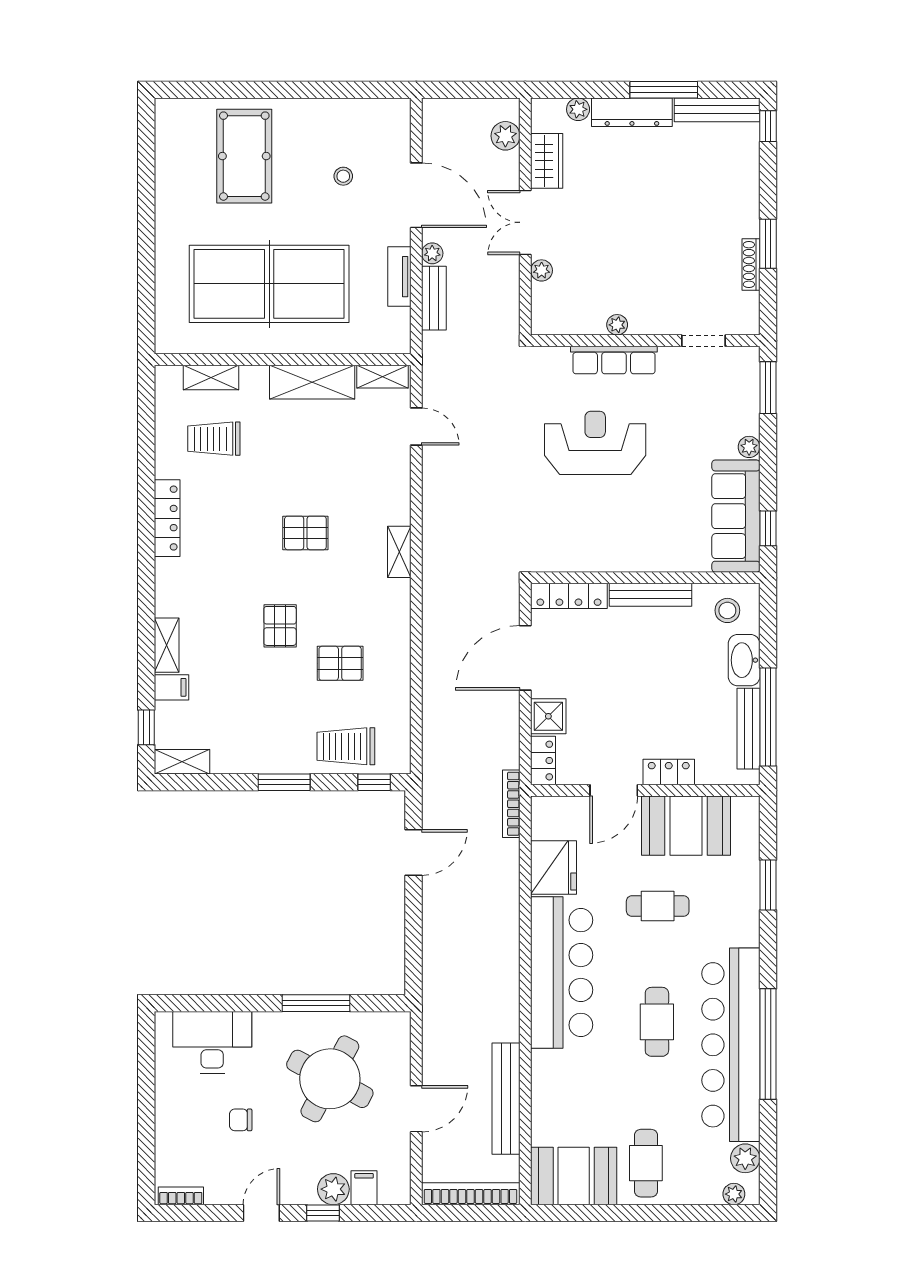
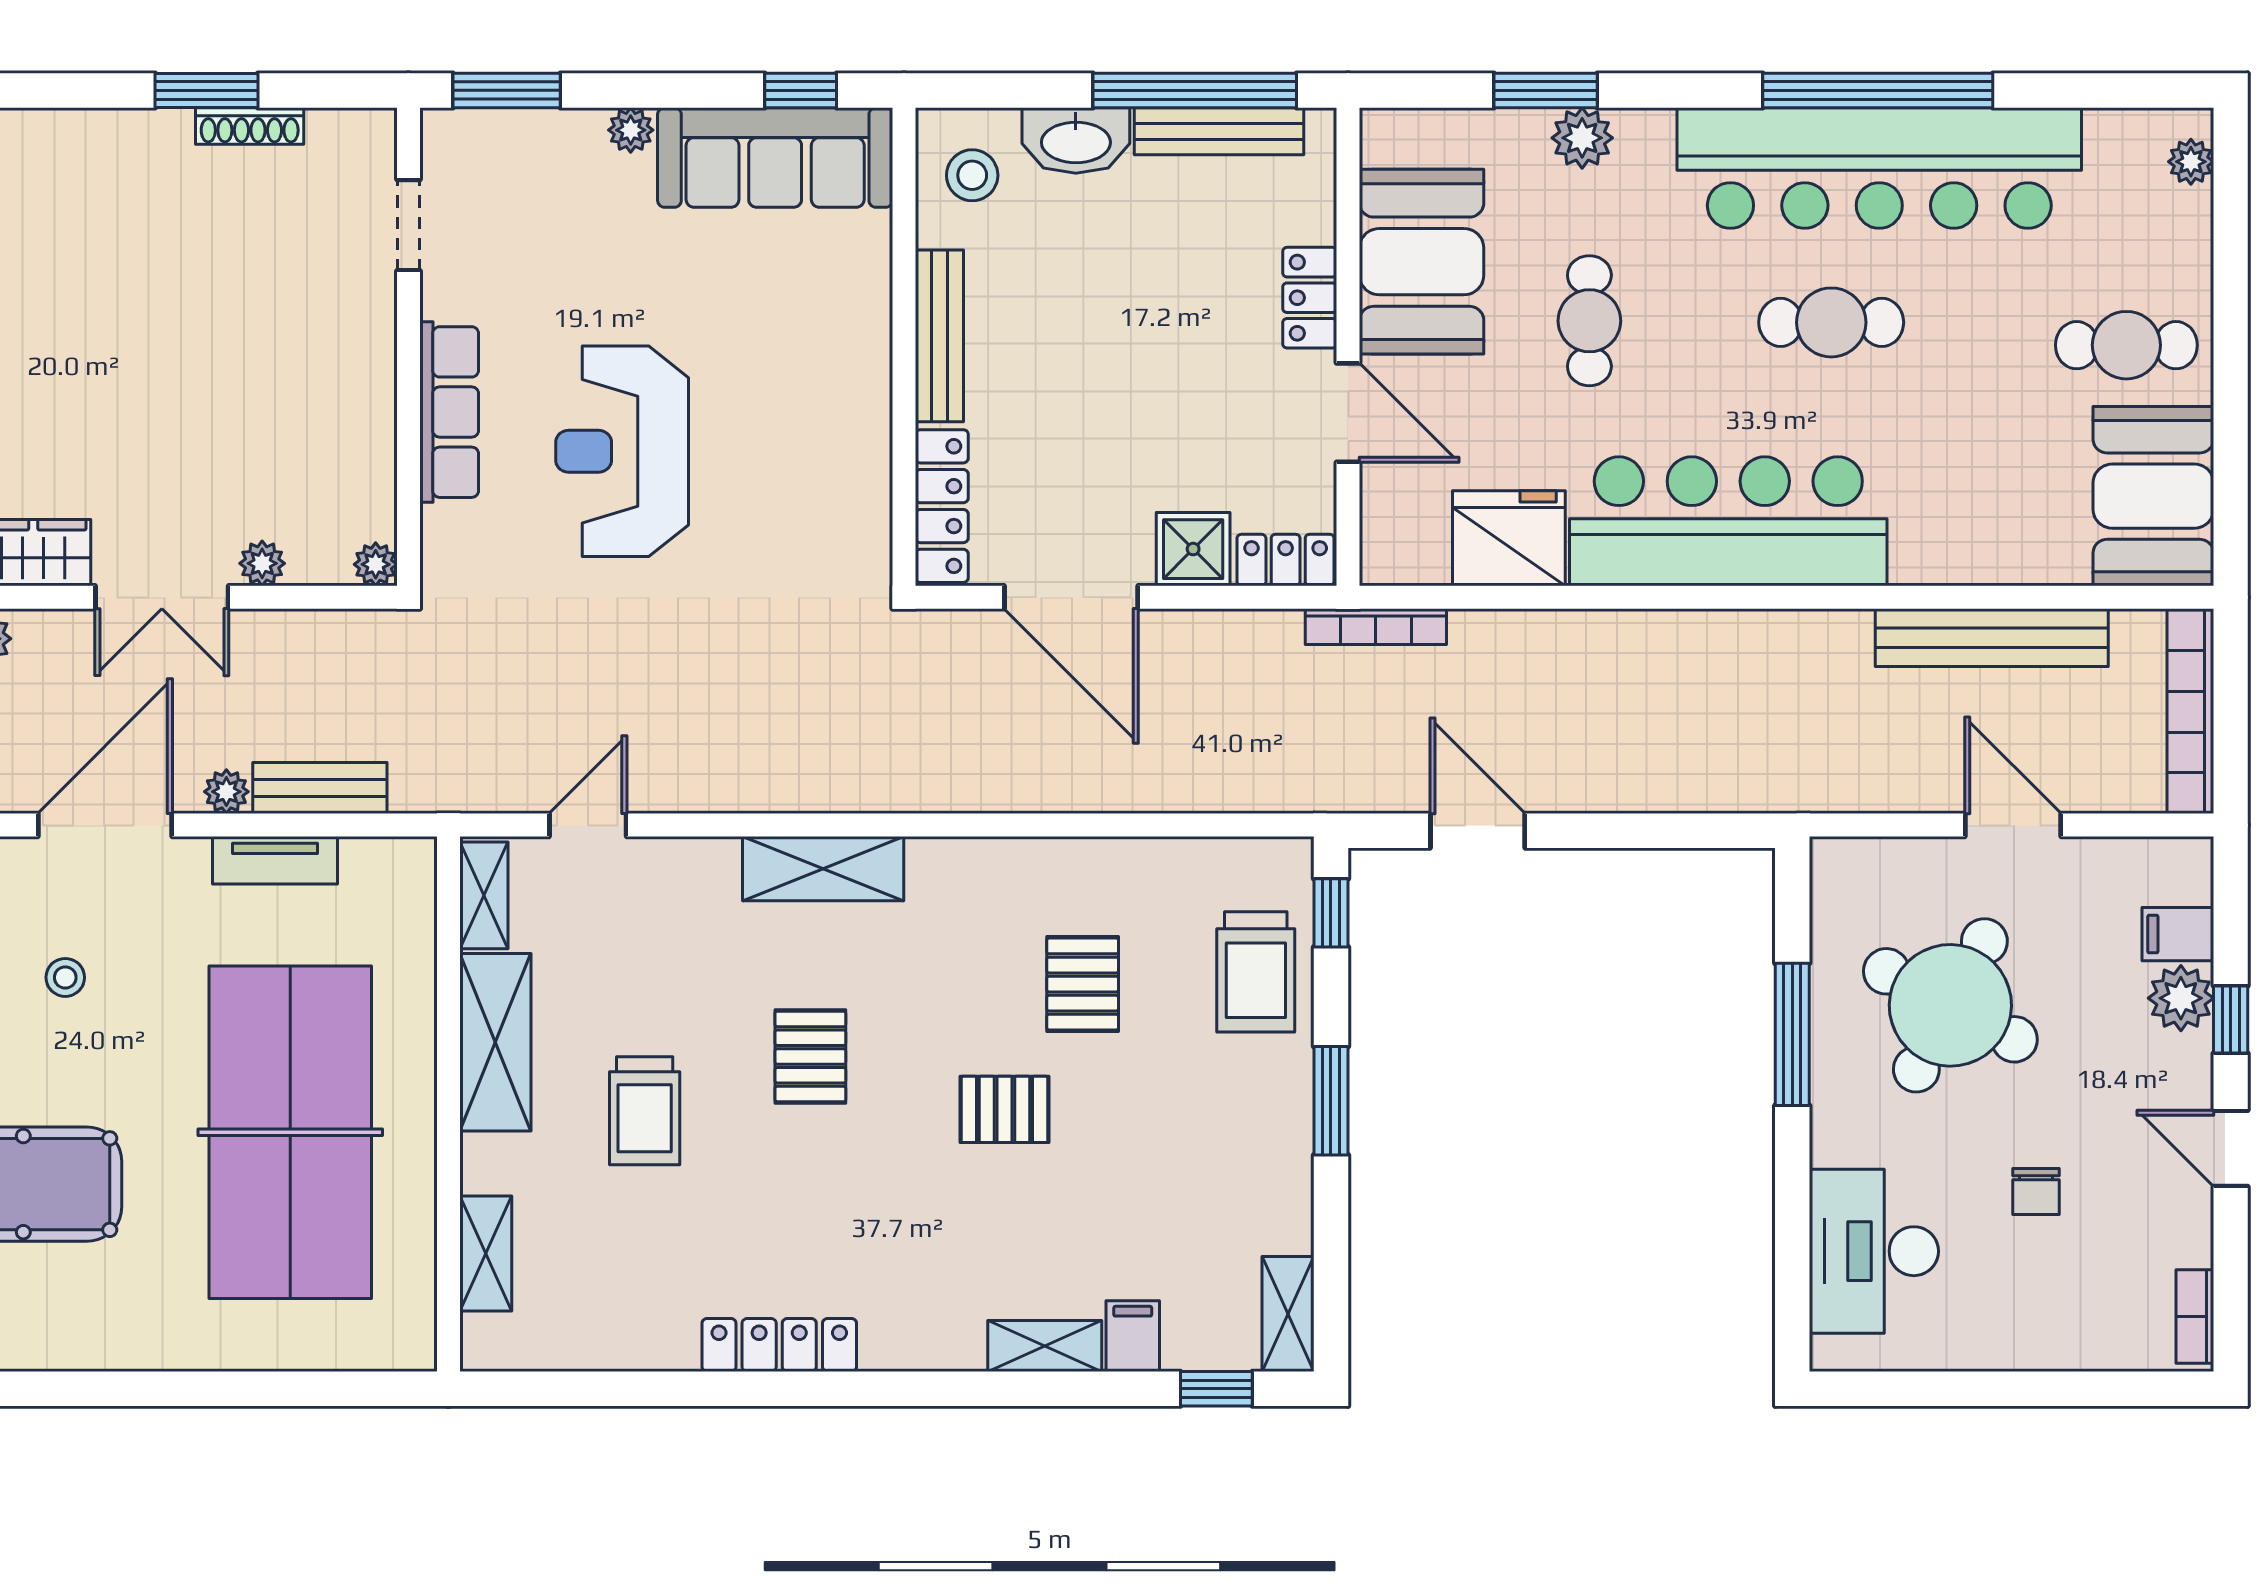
plant: (617, 325) -> (376, 564), moved
trolley: (214, 439) -> (645, 1111), moved
shelving: (399, 552) -> (823, 869), width x1.50, depth x1.33
plant: (745, 1158) -> (1582, 138), moved

